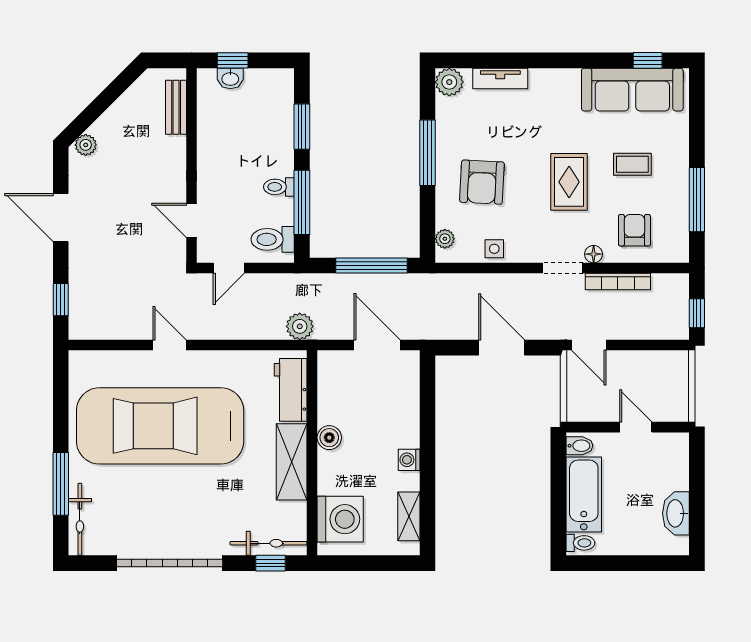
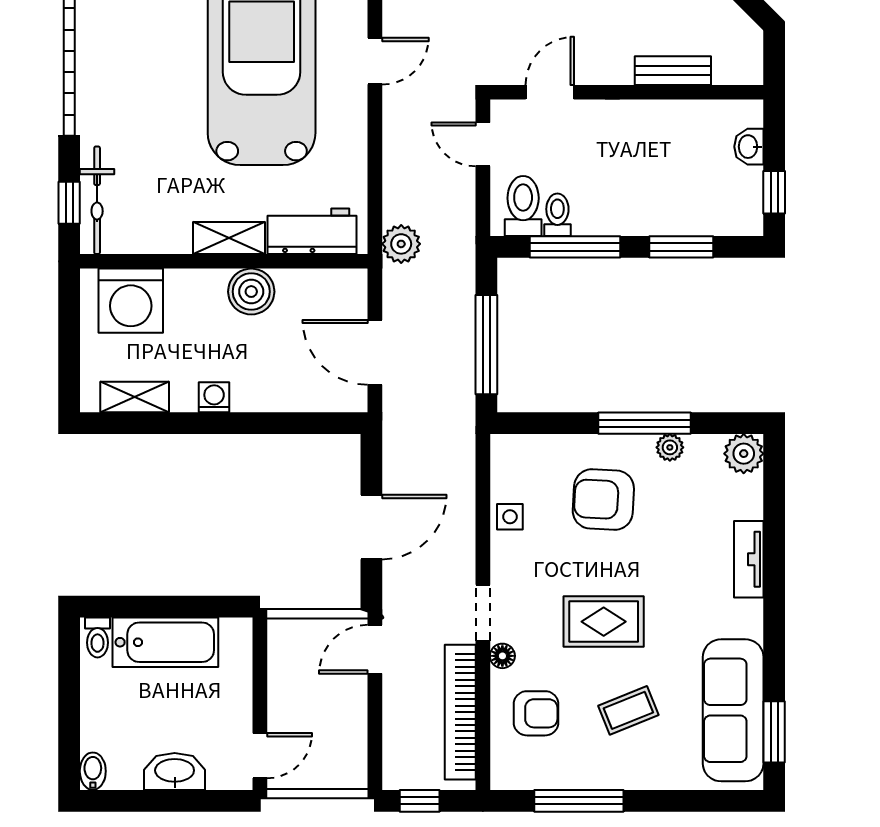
window: (233, 60) -> (774, 192), moved
window: (648, 60) -> (774, 732), width x1.50
tv unit: (500, 78) -> (749, 559), moved
bench: (176, 107) -> (673, 71), moved
coffee table: (632, 164) -> (628, 710), turned 68
toilet: (279, 187) -> (557, 215), moved
plant: (445, 239) -> (670, 447), moved
bookcase: (618, 282) -> (460, 712), width x1.48, depth x1.31
door: (377, 345) -> (375, 352), swing flipped
door: (636, 427) -> (260, 756), moved
boiler: (329, 438) -> (251, 292), width x1.36, depth x1.36
bidet: (580, 446) -> (93, 771), moved, turned 180
shelving: (292, 462) -> (229, 238), width x0.67, depth x0.75
washbasin: (676, 513) -> (175, 771), moved

